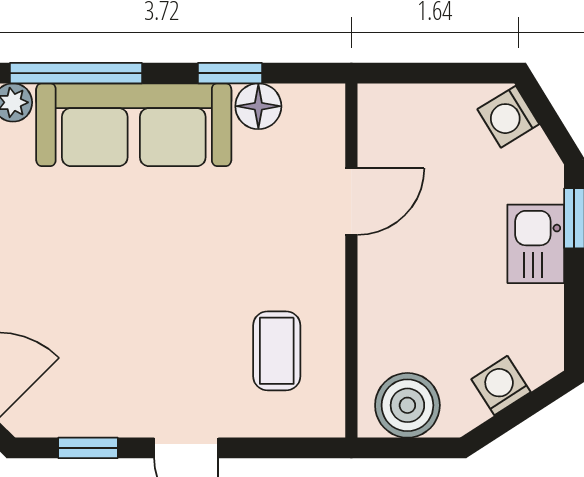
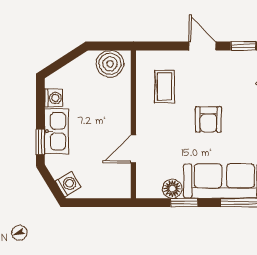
kitchen sink: (536, 244) -> (56, 131), width x1.38
armchair: (172, 272) -> (208, 119), added
washing machine: (501, 386) -> (54, 98), moved, turned -57

